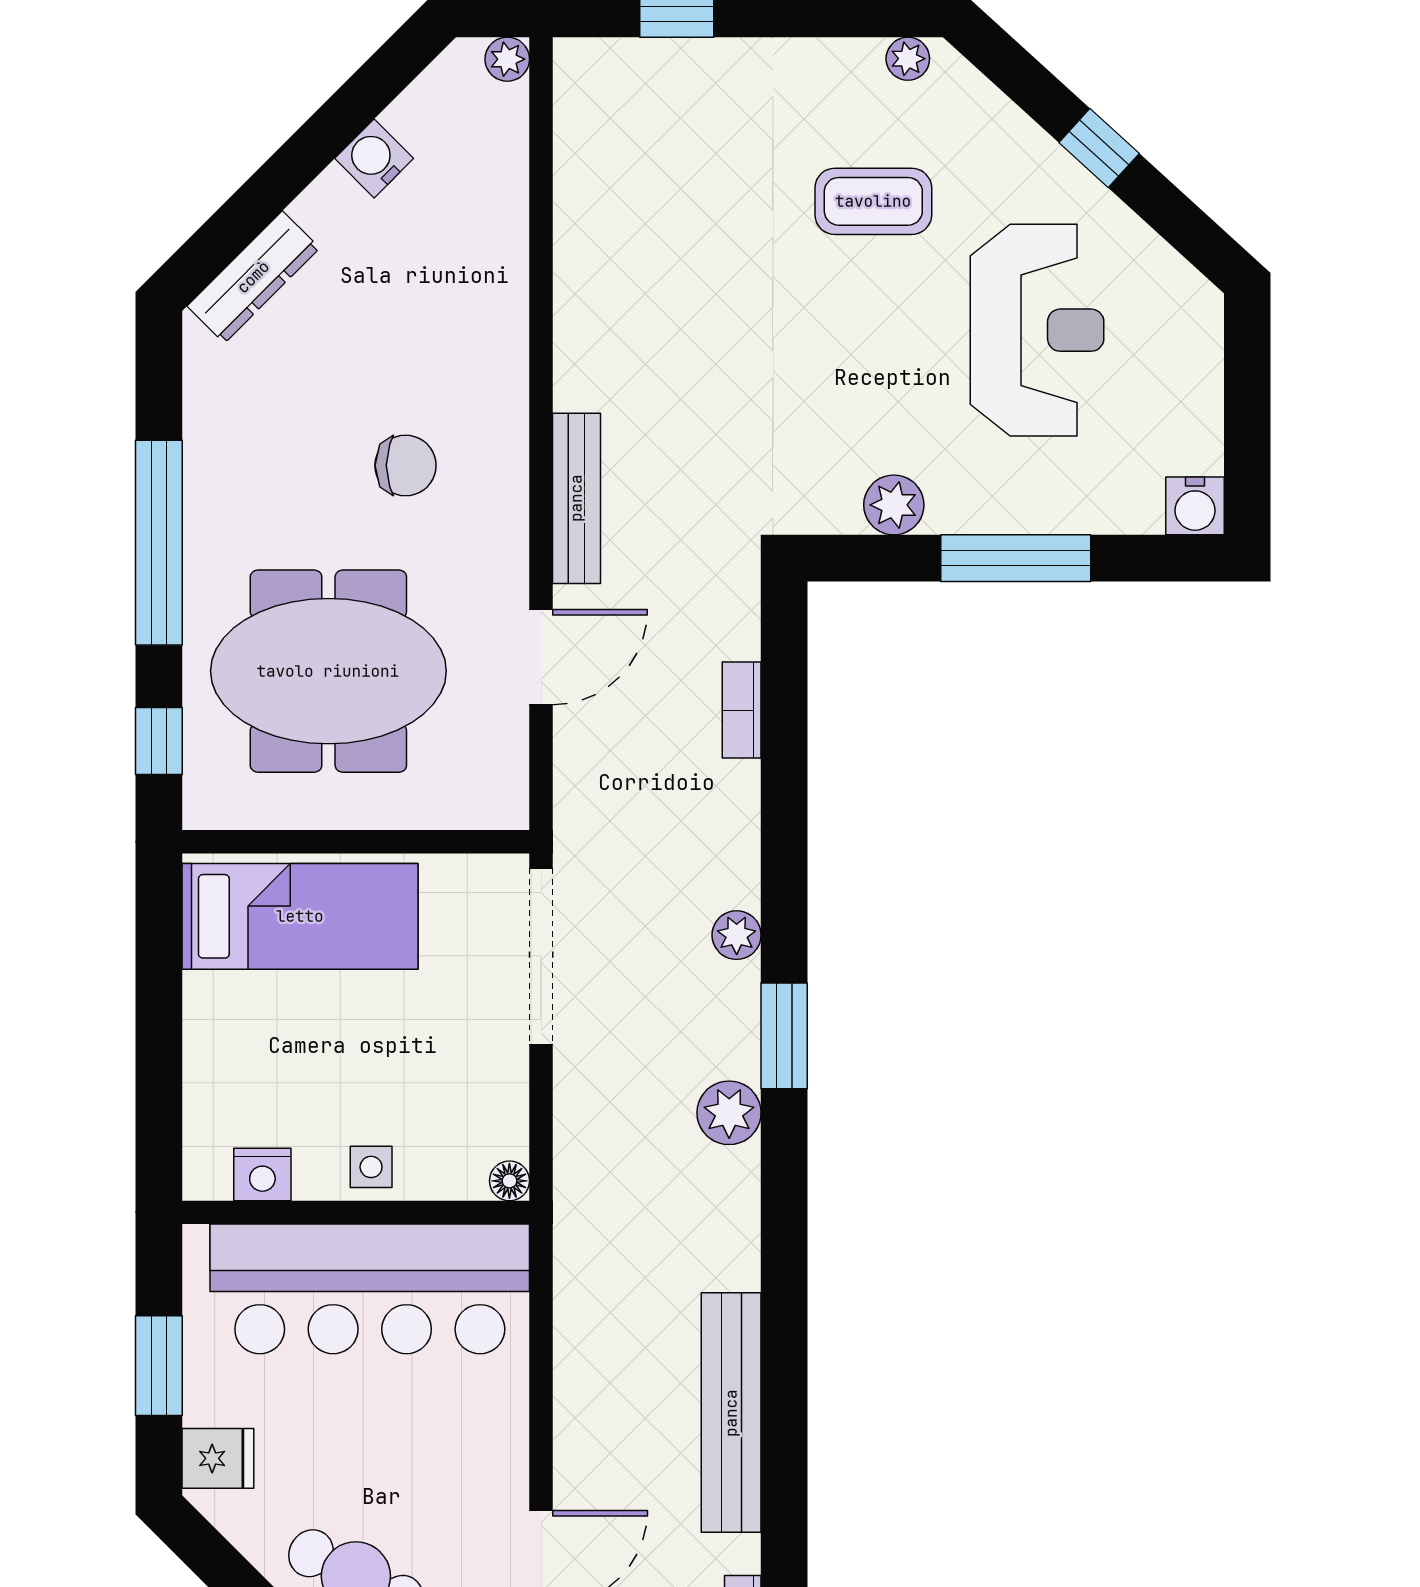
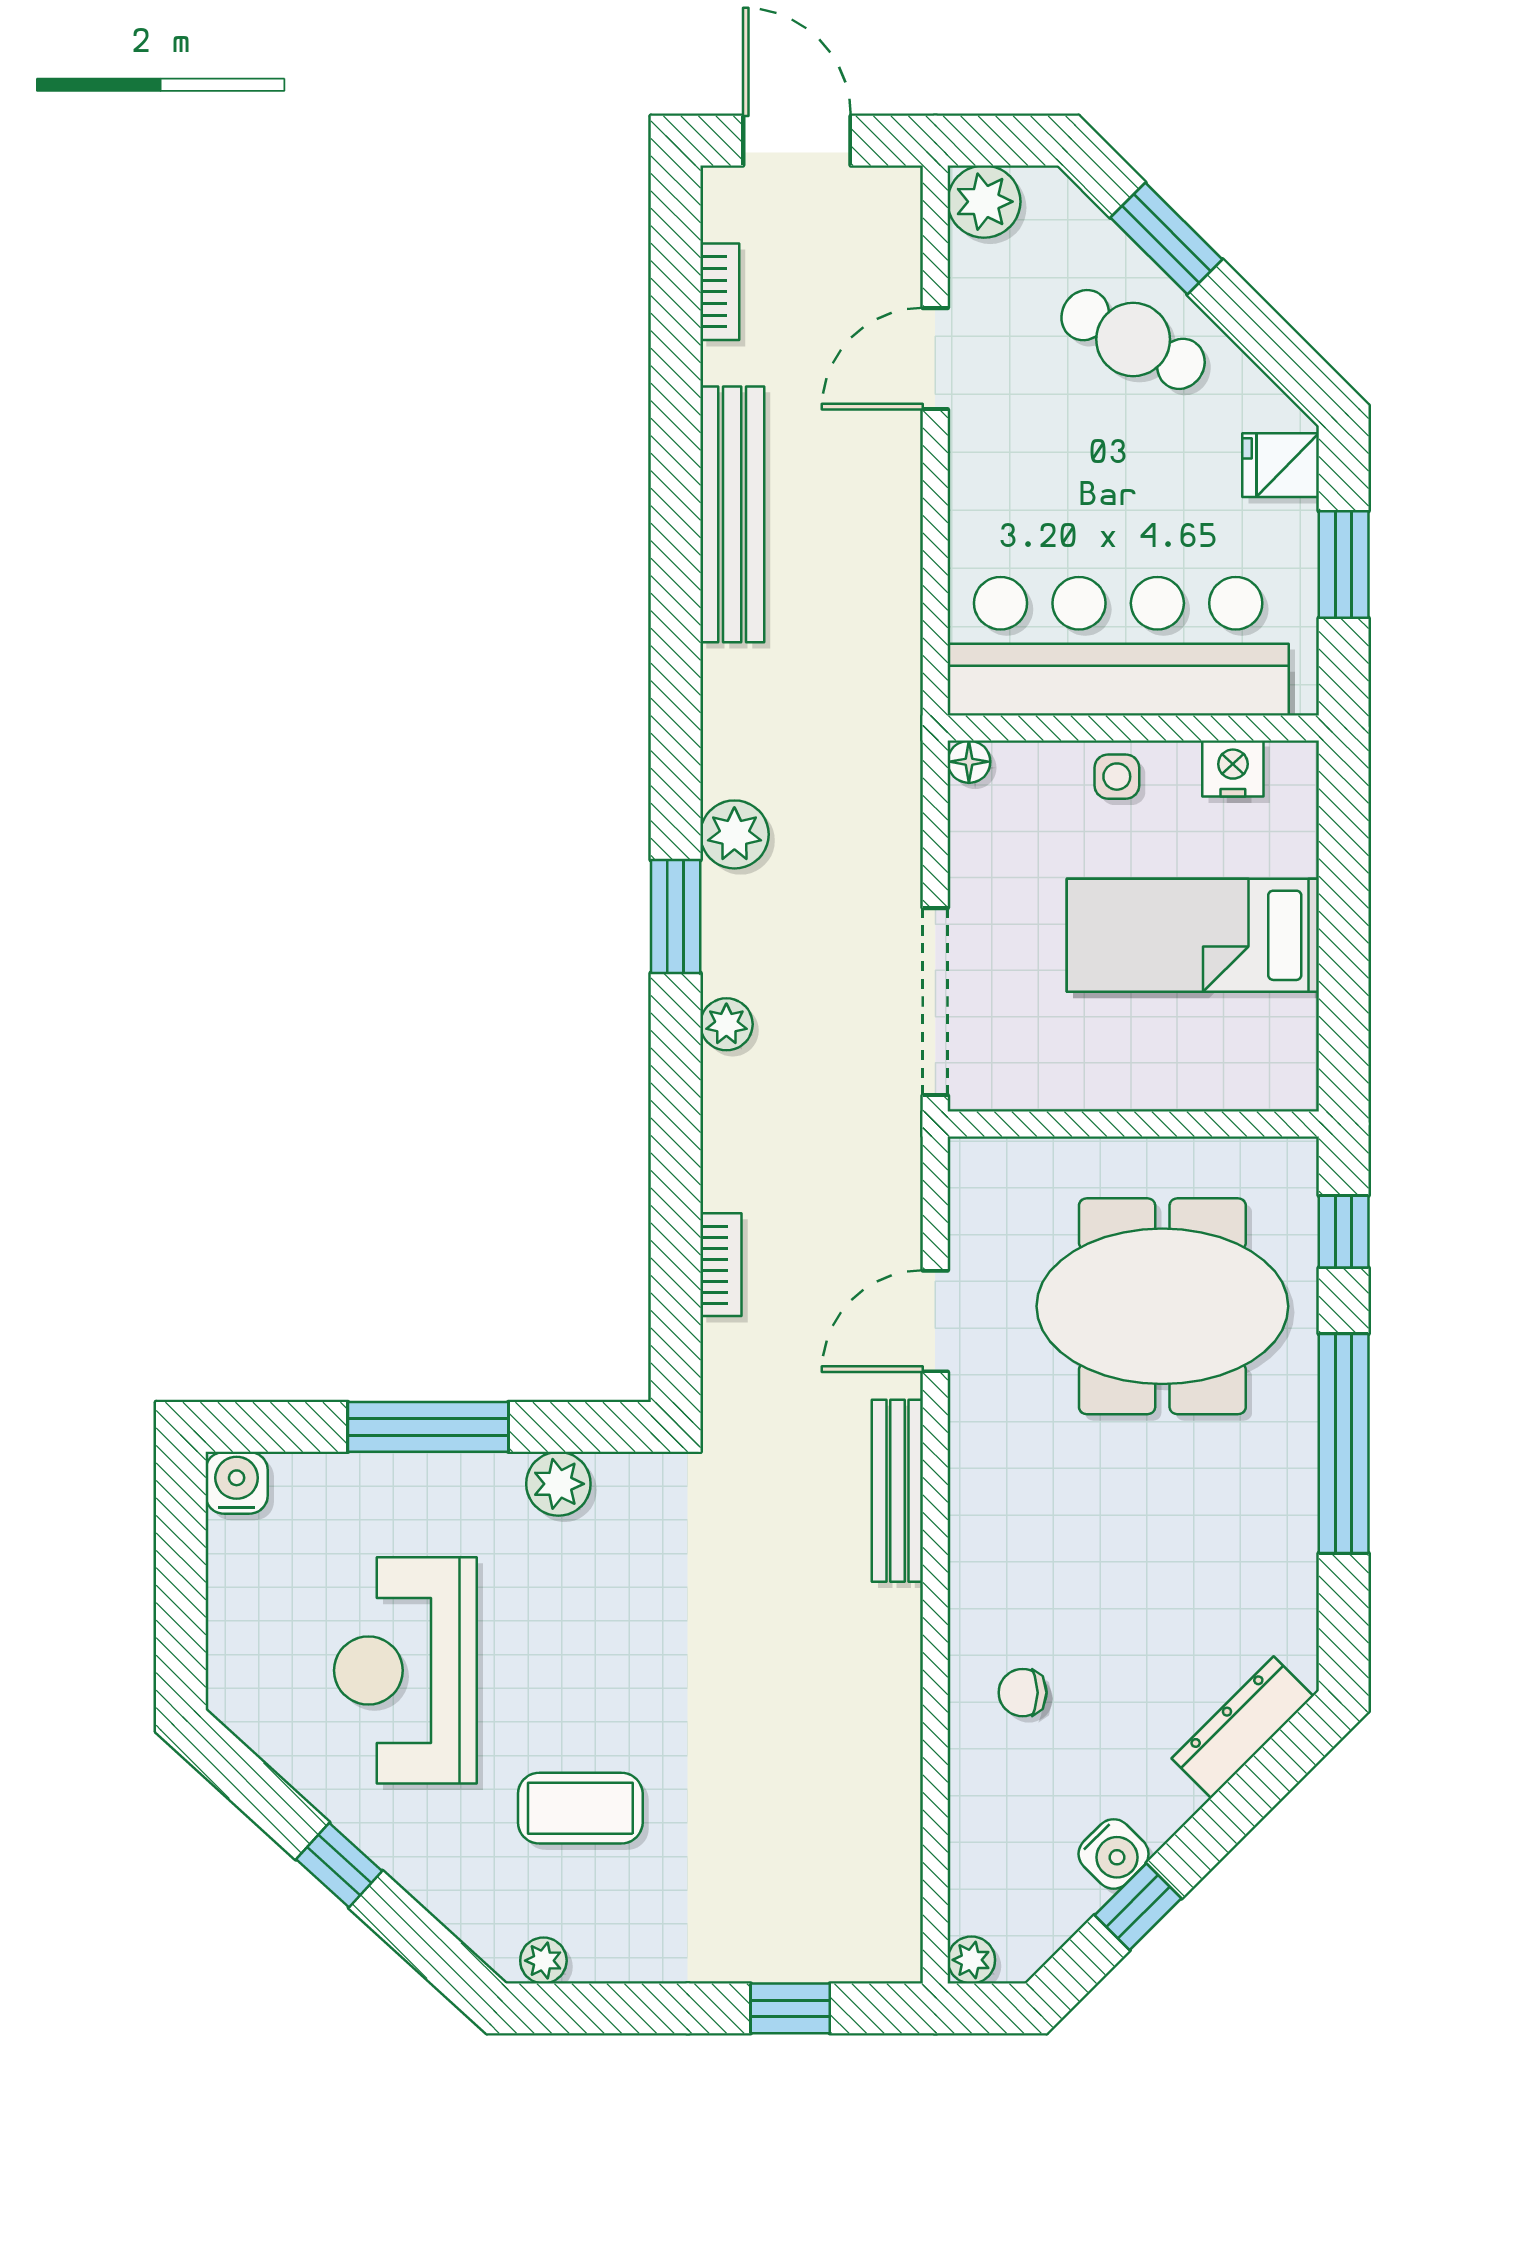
window: (351, 109) -> (1138, 1907), added
chair: (406, 465) -> (1023, 1693), moved, width x0.73, depth x0.73
bed: (300, 916) -> (1193, 935), moved

